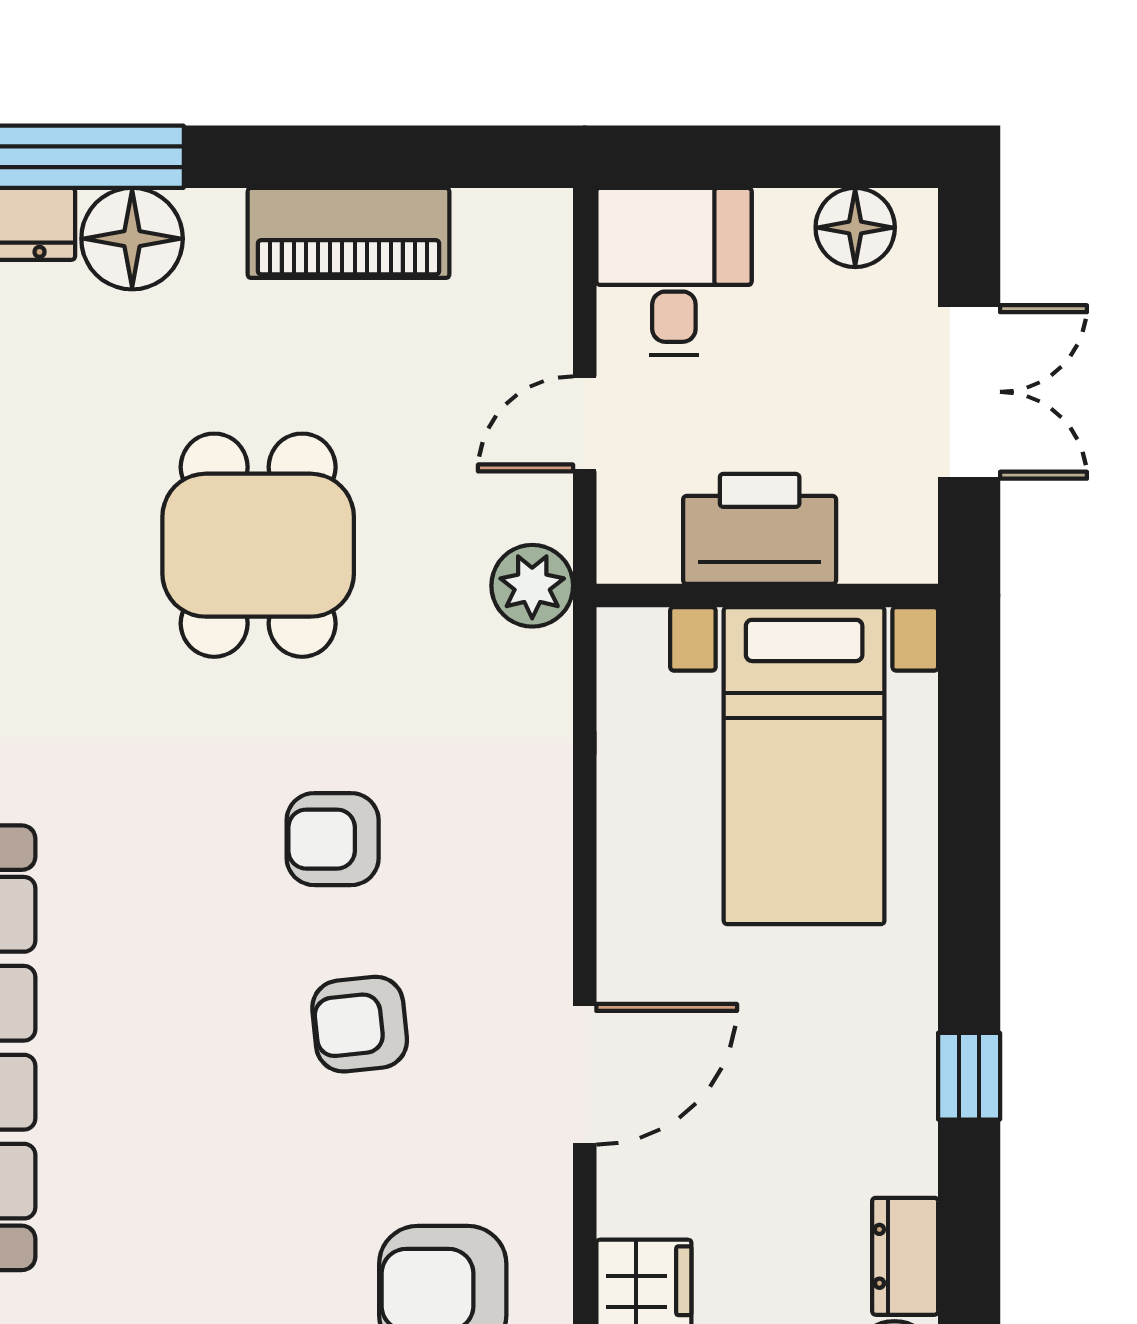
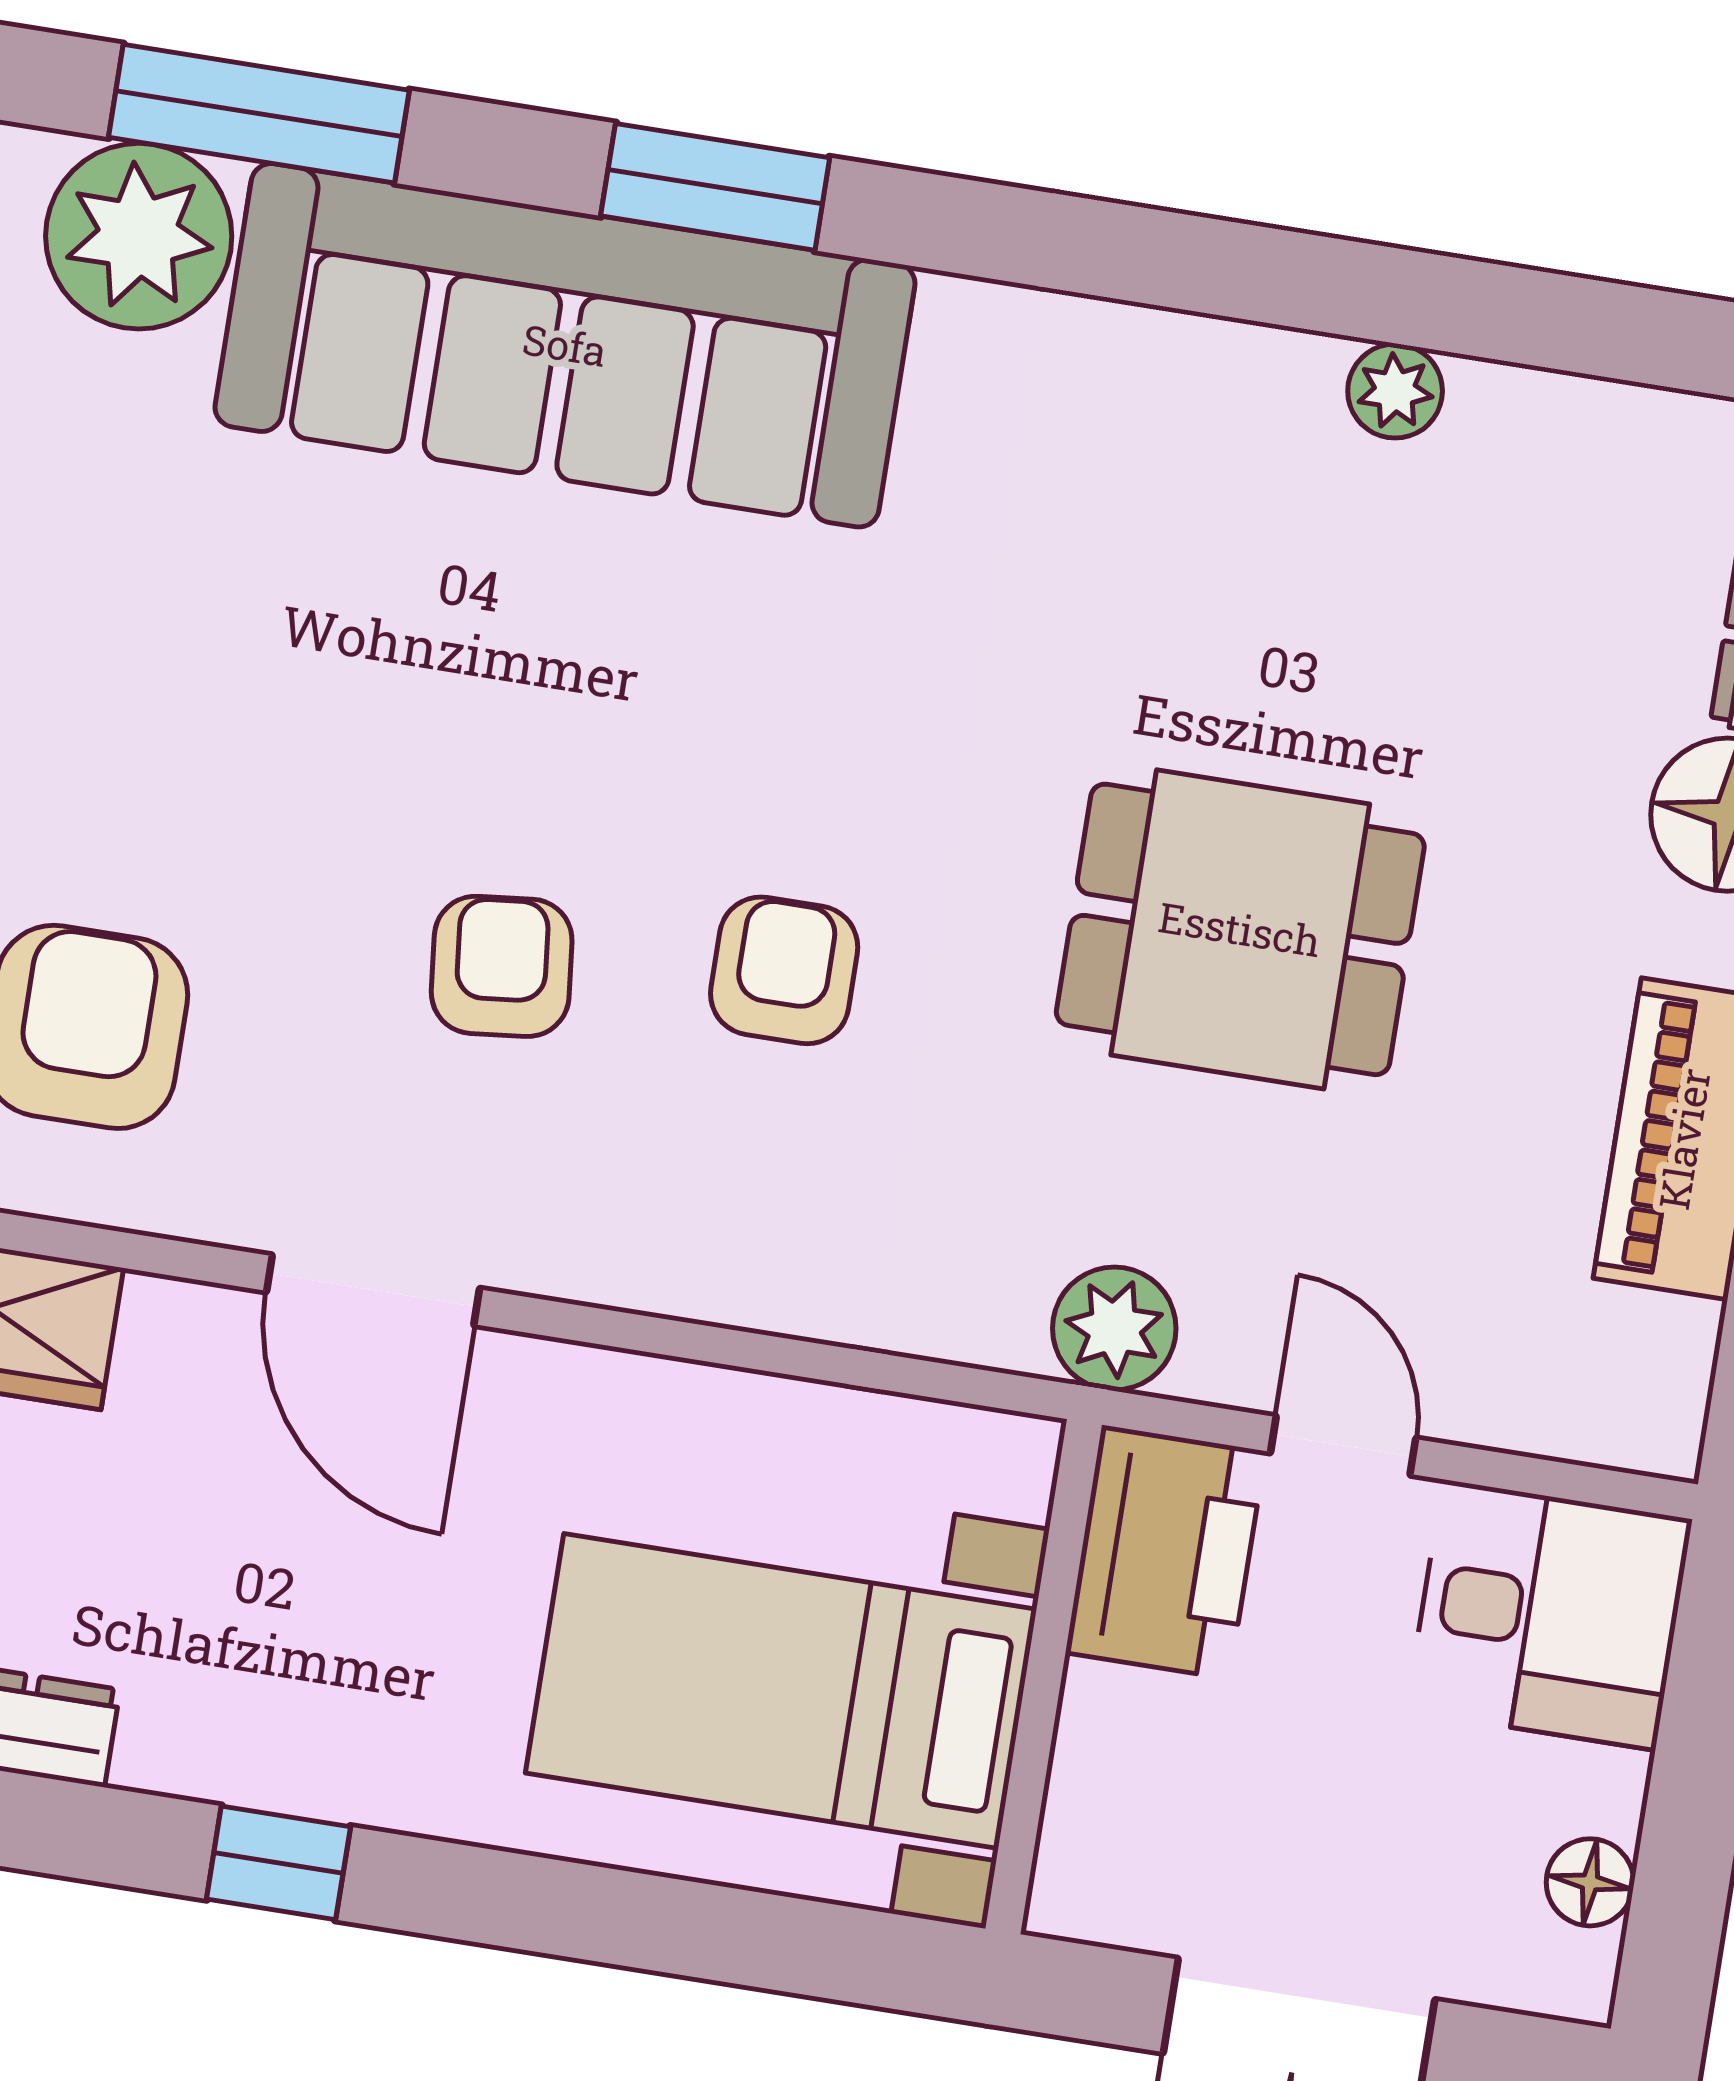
floor lamp: (855, 228) -> (1590, 1882), width x0.73, depth x0.73
printer: (760, 529) -> (1166, 1552), moved

